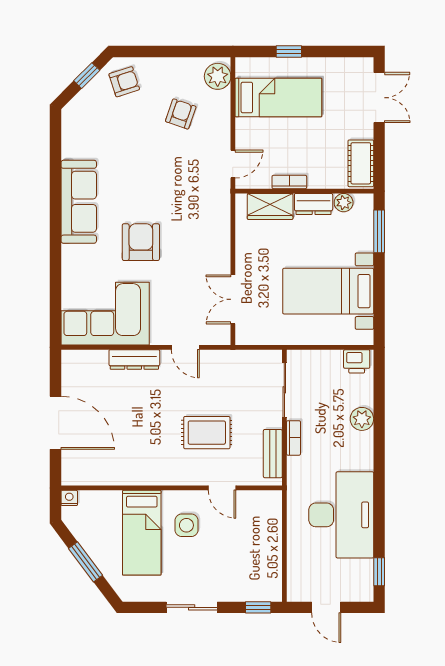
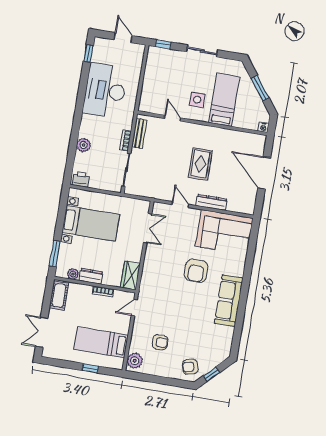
armchair: (181, 114) -> (160, 342), turned -109
wardrobe: (270, 206) -> (130, 276), moved, turned -90
rug: (207, 433) -> (200, 164), moved, turned 90

